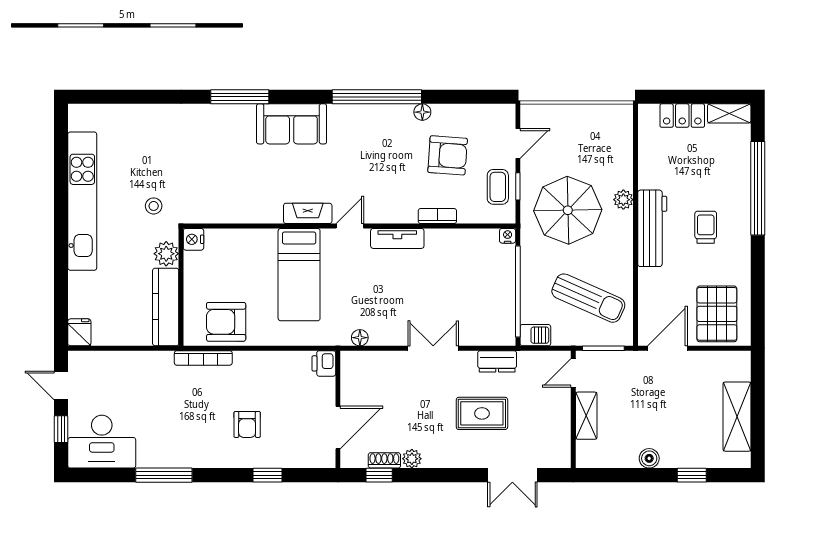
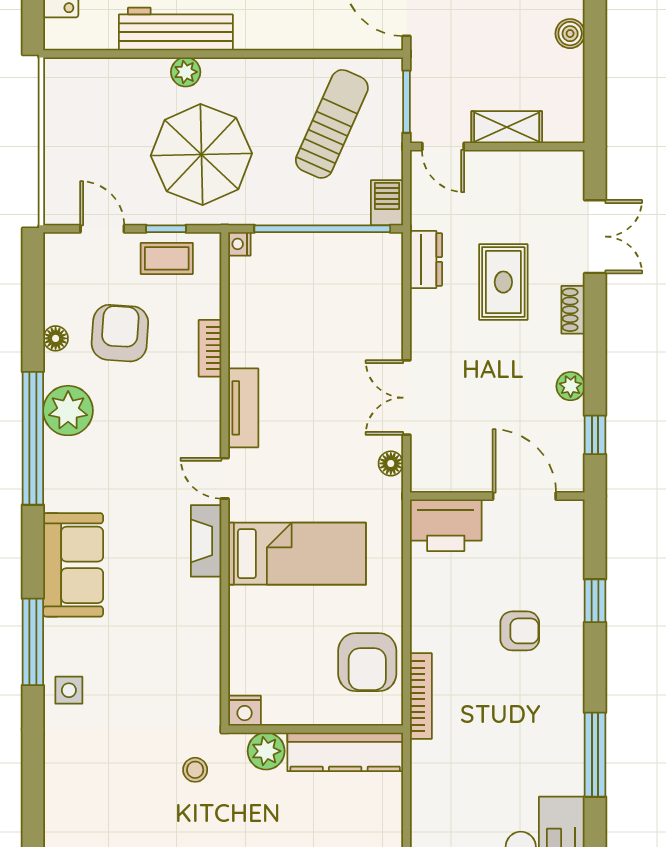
floor lamp: (422, 112) -> (56, 338), moved
plant: (395, 120) -> (68, 411), added
side table: (207, 121) -> (69, 690), added
workbench: (652, 228) -> (176, 29), moved
double door: (433, 348) -> (406, 398), moved
printer: (324, 363) -> (446, 525), width x1.87, depth x1.48
shoe rack: (384, 460) -> (573, 310), moved

